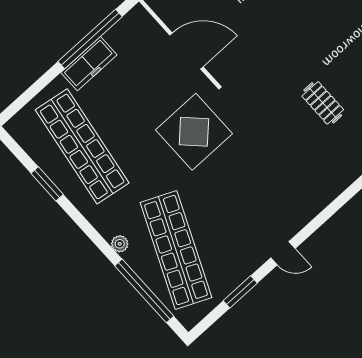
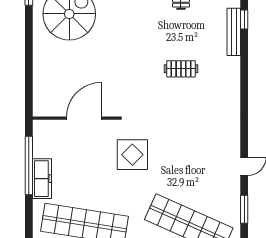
display table: (194, 132) -> (132, 155), width x0.73, depth x0.73

